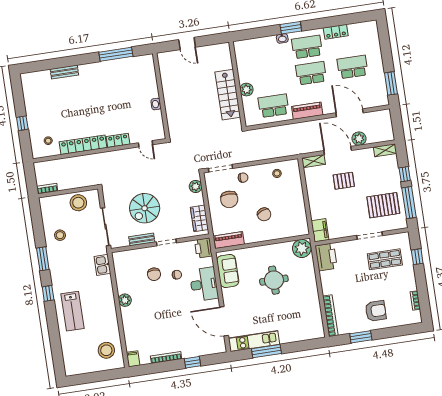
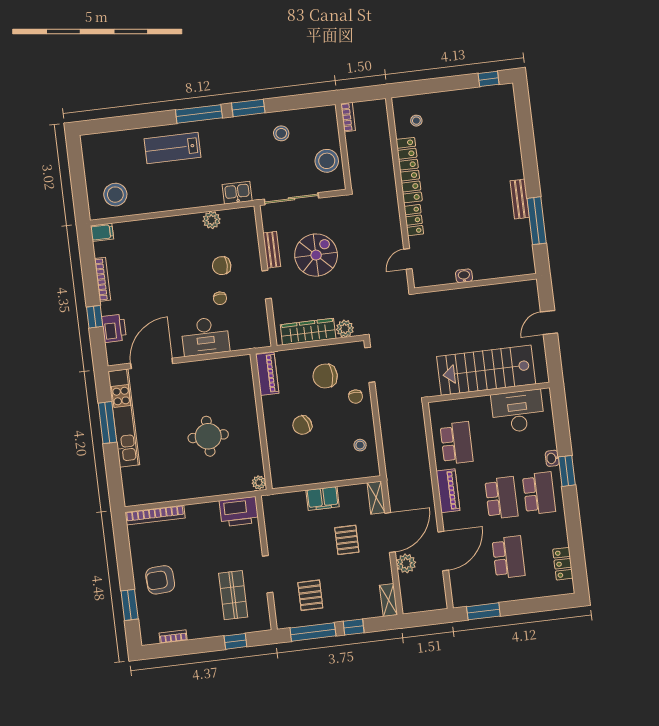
locker: (336, 32) -> (563, 564), moved
desk: (250, 64) -> (518, 411), added
bench: (64, 72) -> (520, 199), moved
plant: (246, 90) -> (481, 405), removed
stairs: (228, 95) -> (486, 370), width x1.36, depth x1.51
window: (22, 123) -> (489, 79), moved
pallet: (383, 205) -> (310, 595), width x0.67, depth x0.71
spiral stairs: (145, 208) -> (316, 255), turned 90
wardrobe: (199, 218) -> (308, 332), width x1.50
filing cabinet: (320, 230) -> (323, 498), moved
printer: (203, 248) -> (114, 328), moved, turned 90
plant: (302, 248) -> (259, 483), width x0.53, depth x0.53
sofa: (228, 271) -> (223, 371), removed
window: (48, 293) -> (199, 114), width x2.17
plant: (125, 300) -> (212, 220), moved
armchair: (376, 311) -> (160, 580), turned 87
window: (361, 337) -> (130, 605), moved
kitchen unit: (254, 341) -> (124, 418), width x1.36

